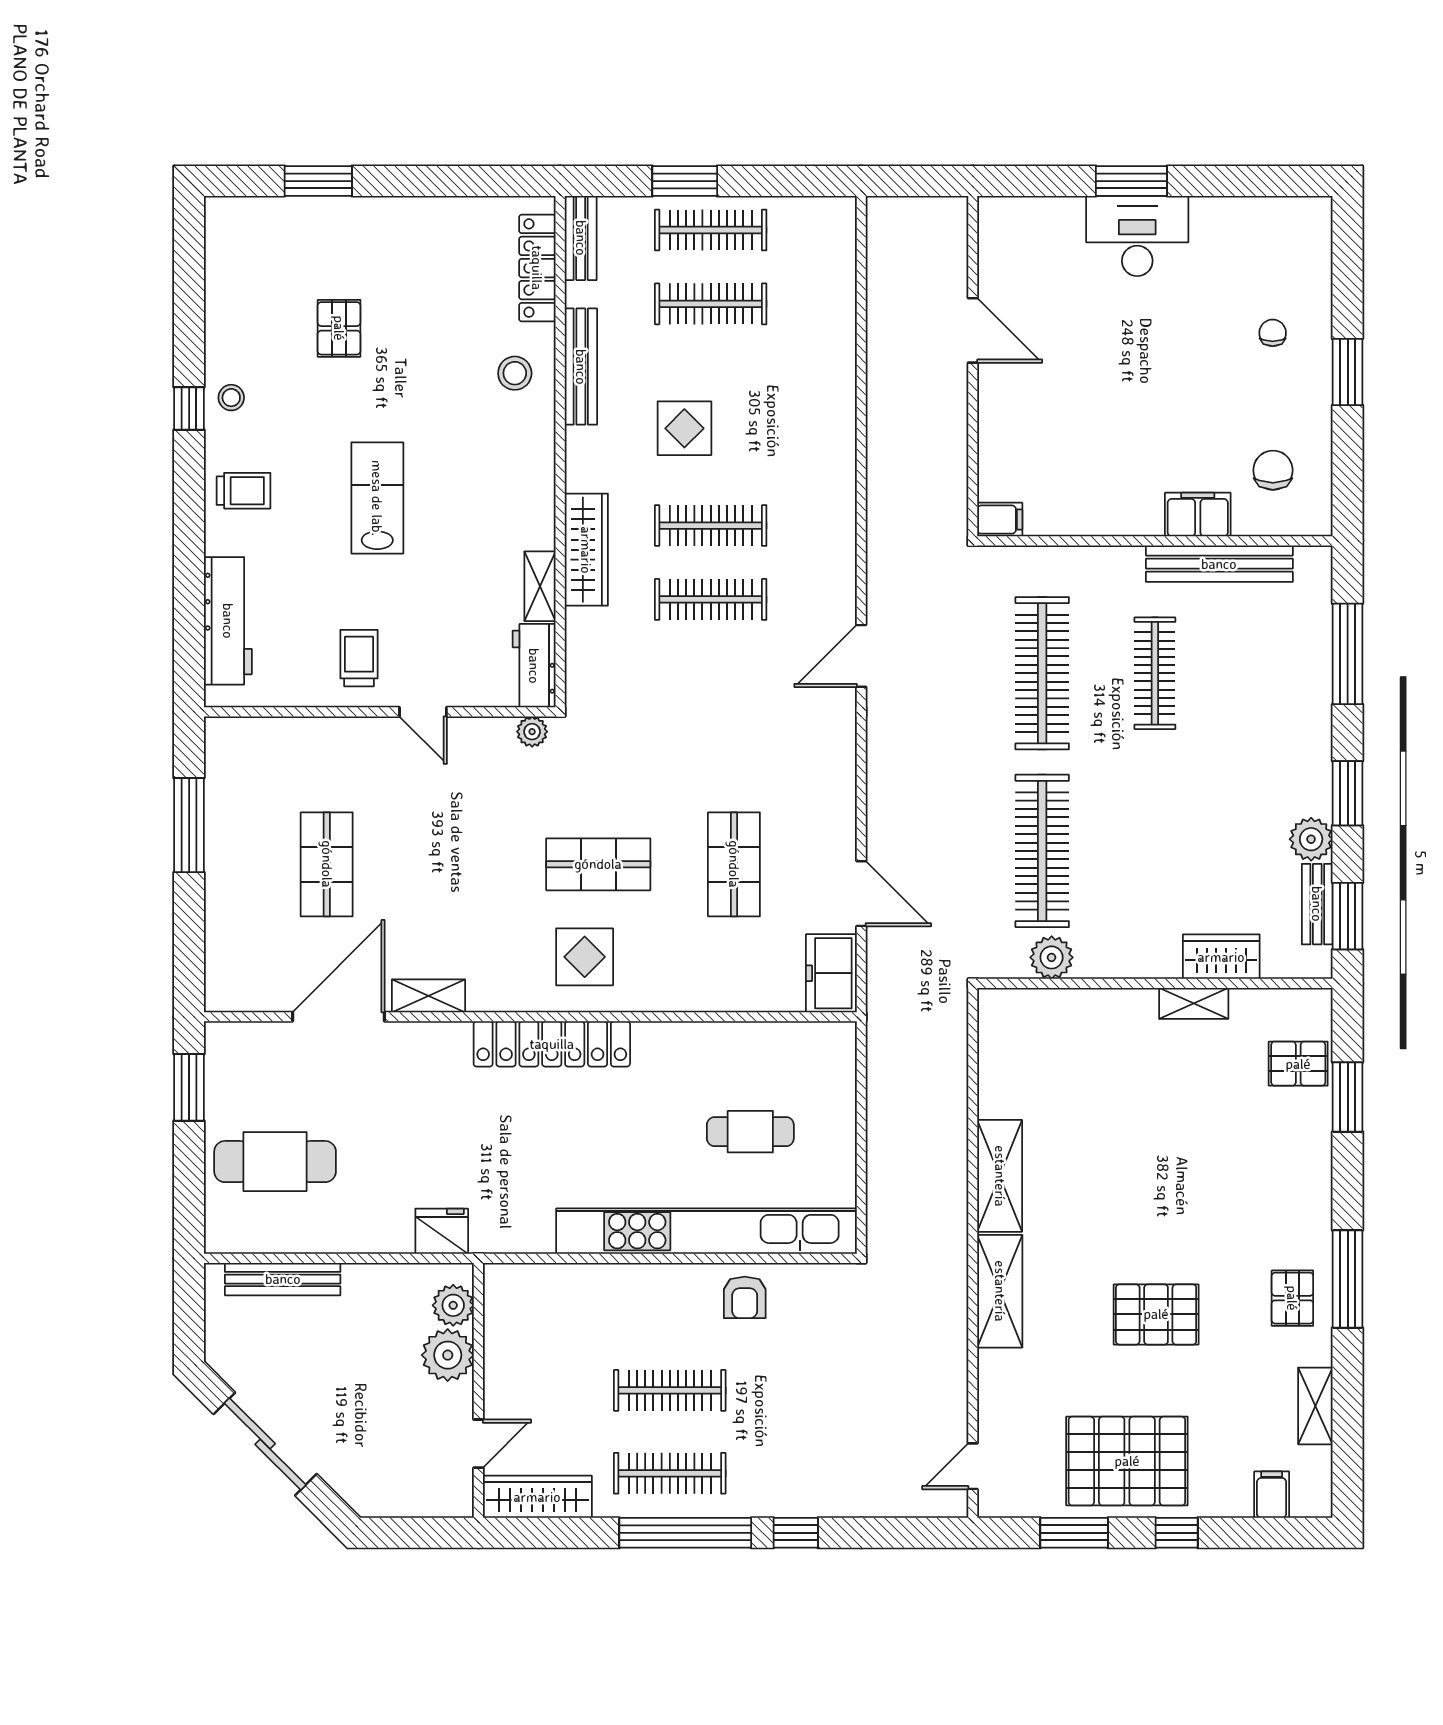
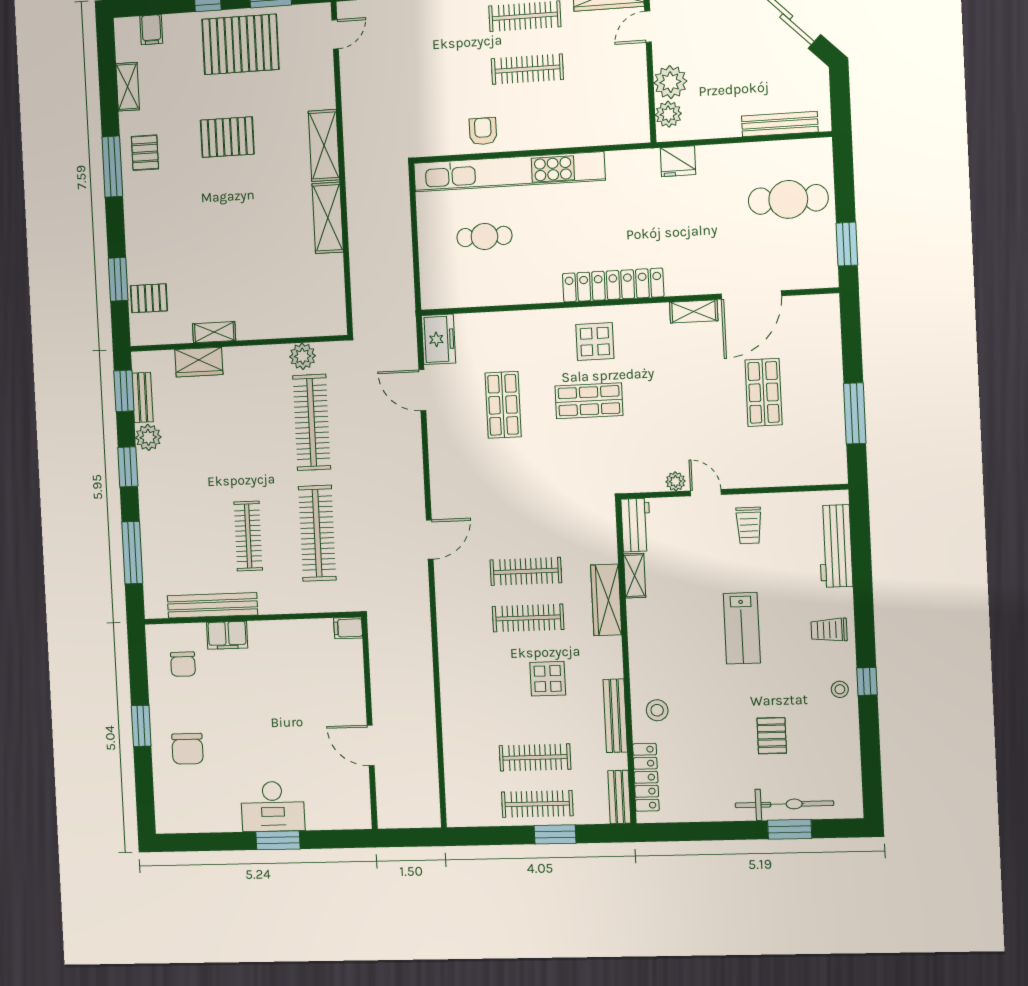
bicycle: (325, 220) -> (784, 804), added
chair: (1273, 333) -> (187, 749), width x1.87, depth x1.87
plant: (532, 732) -> (675, 481), moved

